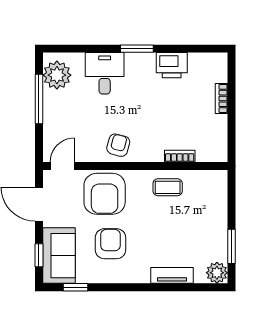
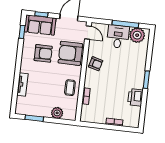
desk: (105, 73) -> (118, 37), moved, turned -90
plant: (217, 273) -> (57, 113), moved

